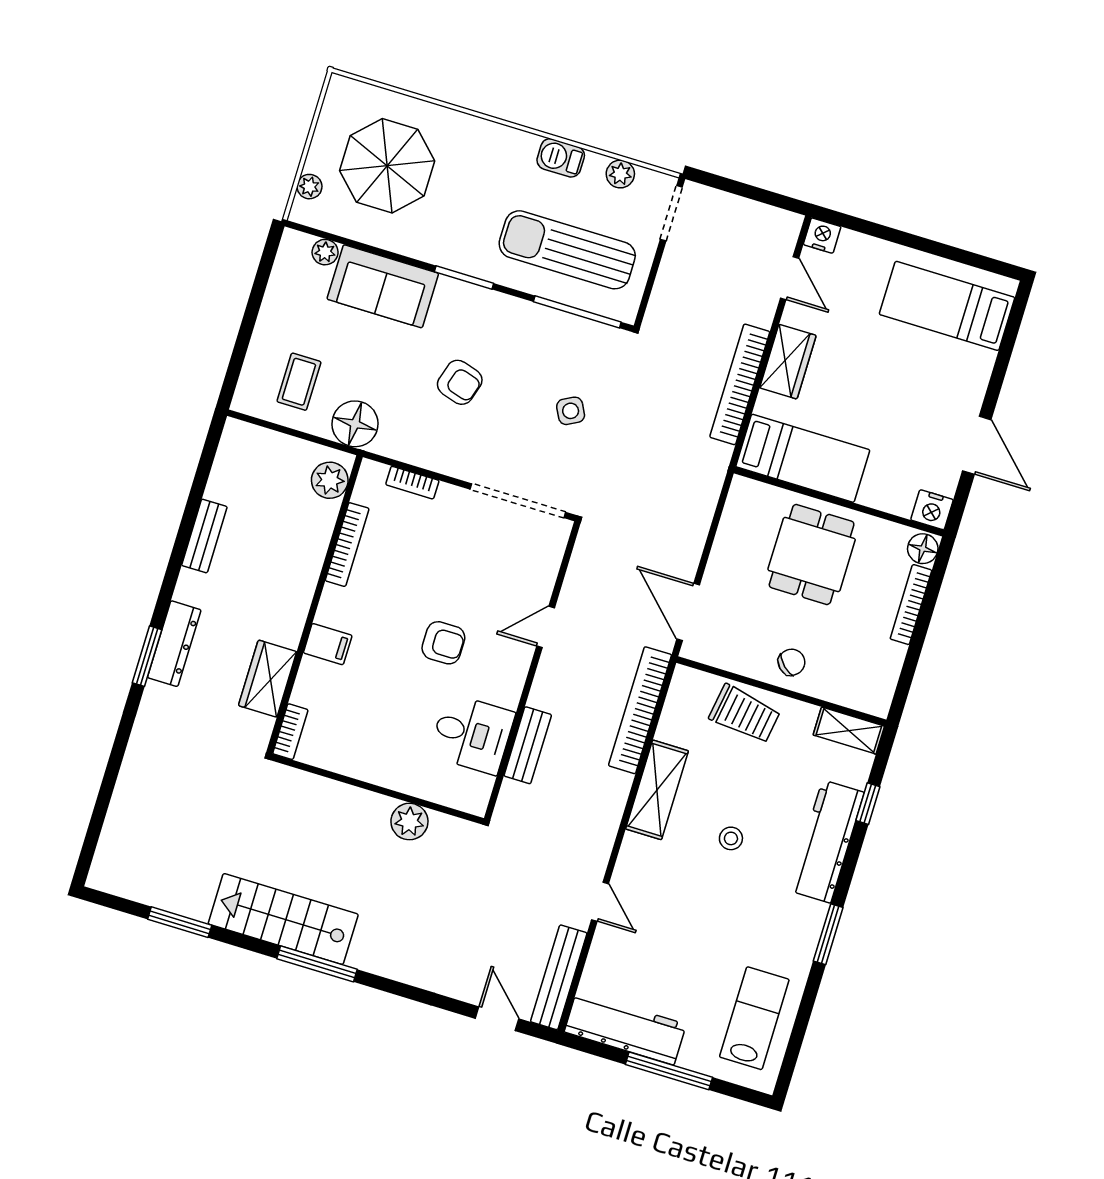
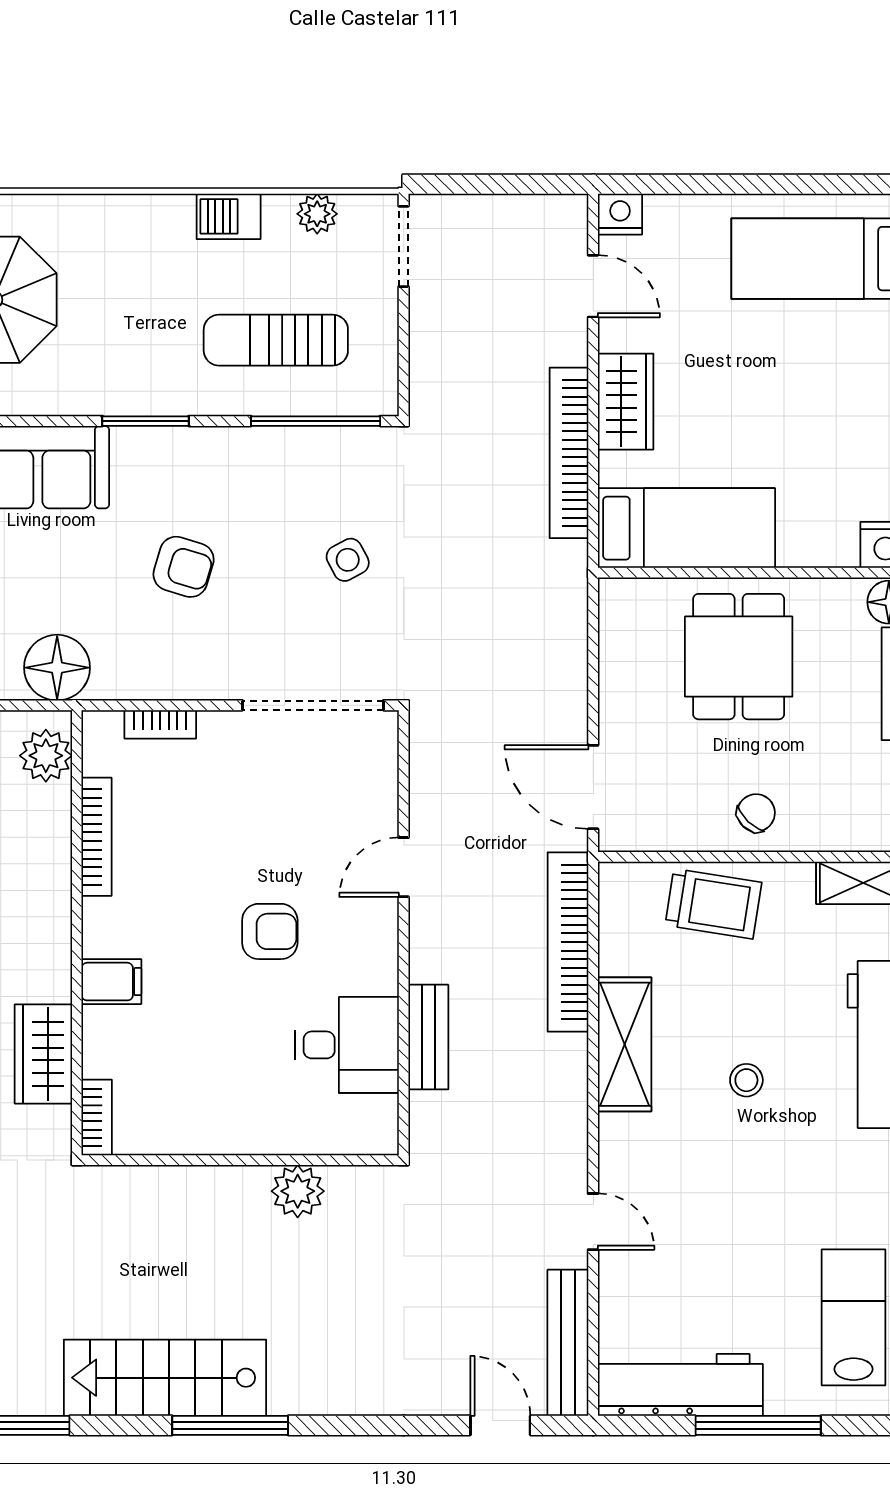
sun lounger: (567, 250) -> (276, 340), width x0.73, depth x0.75

